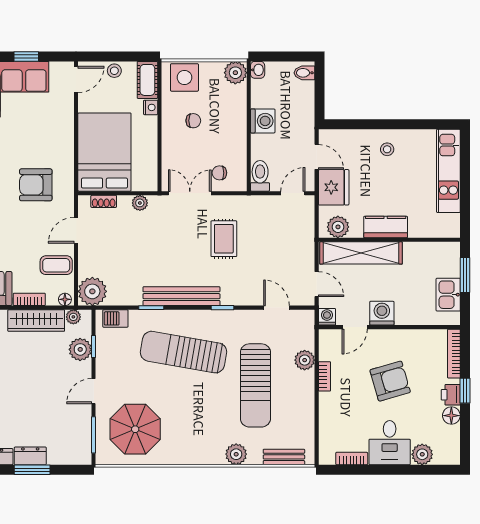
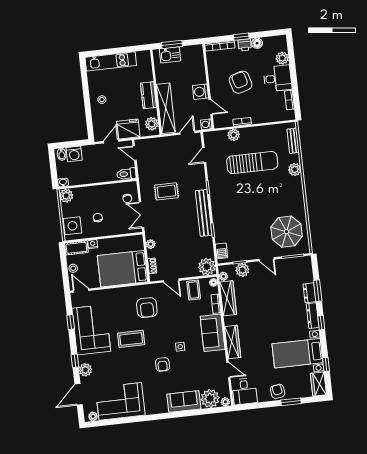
washing machine: (263, 121) -> (74, 154), moved, turned 180
kitchen sink: (448, 295) -> (170, 55), moved
sun lounger: (183, 352) -> (237, 208), removed

